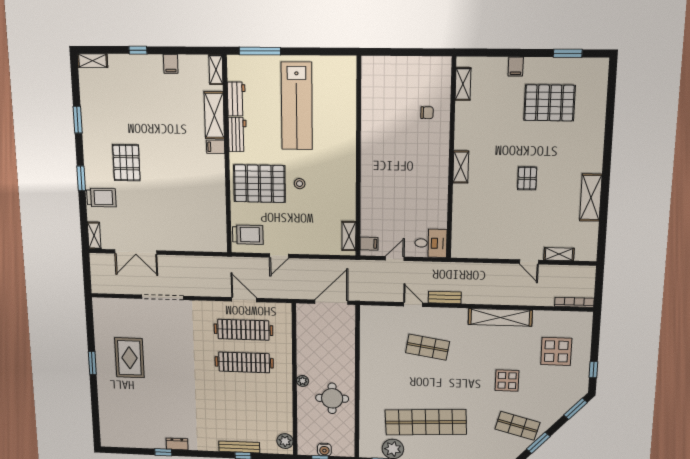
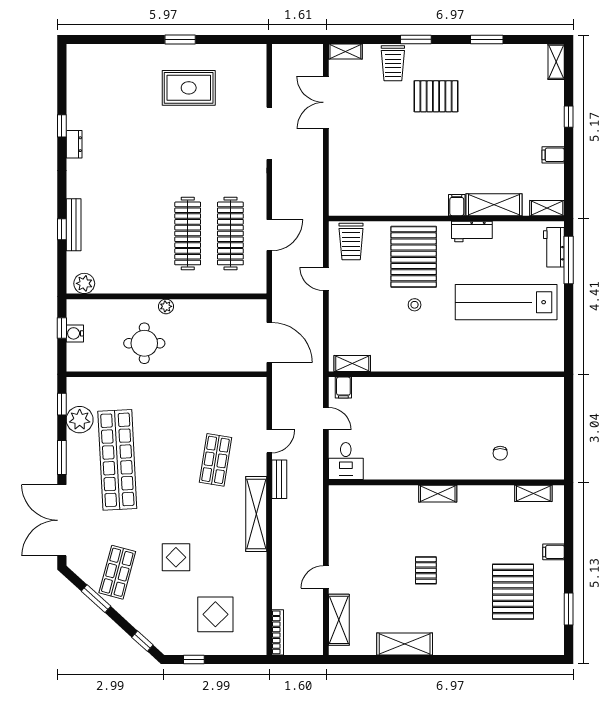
workbench: (236, 99) -> (554, 247), moved, turned 90
pallet: (527, 178) -> (426, 570), turned 90
shelving: (559, 254) -> (339, 620), width x1.50, depth x1.33
shelving: (500, 317) -> (256, 514), moved
window: (575, 409) -> (142, 641), width x0.67

